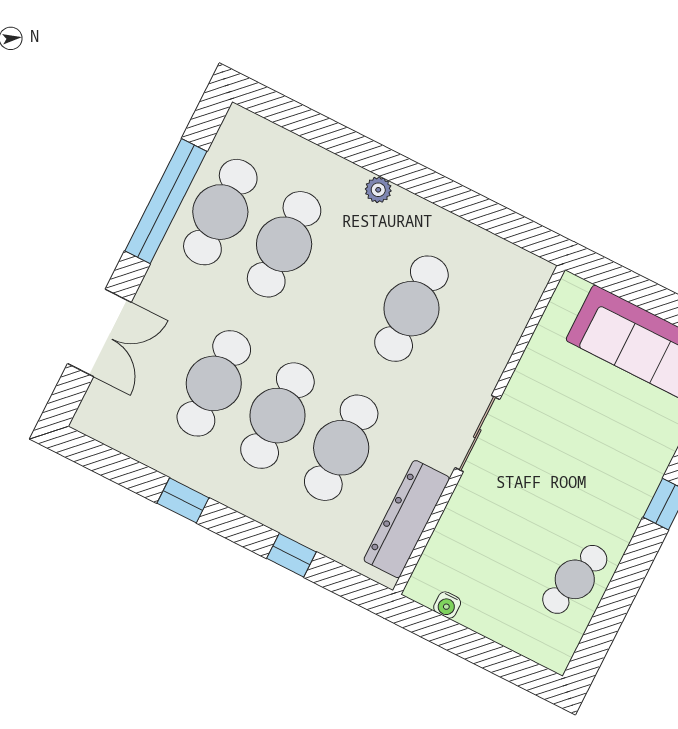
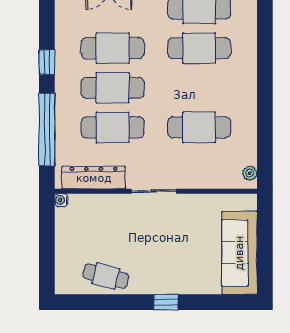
plant: (378, 190) -> (250, 173), moved
window: (291, 555) -> (47, 130), width x3.17
water cooler: (447, 605) -> (61, 200), moved

